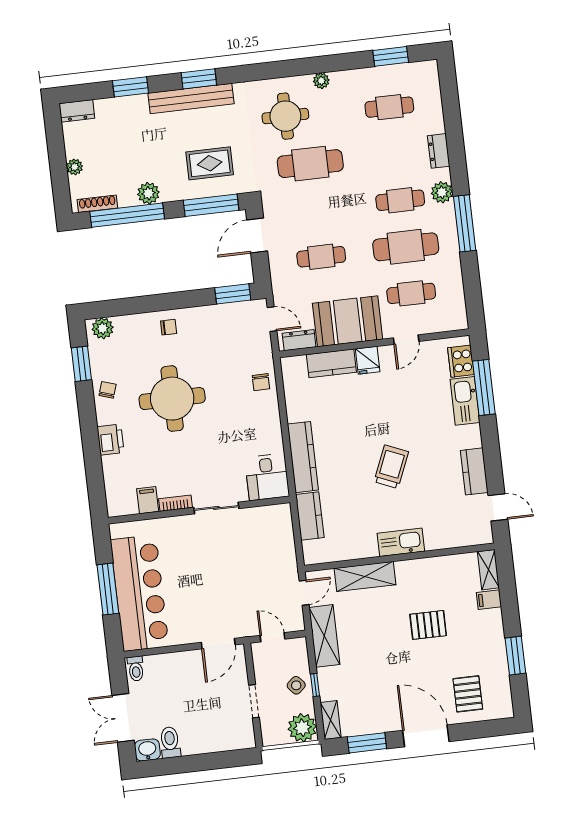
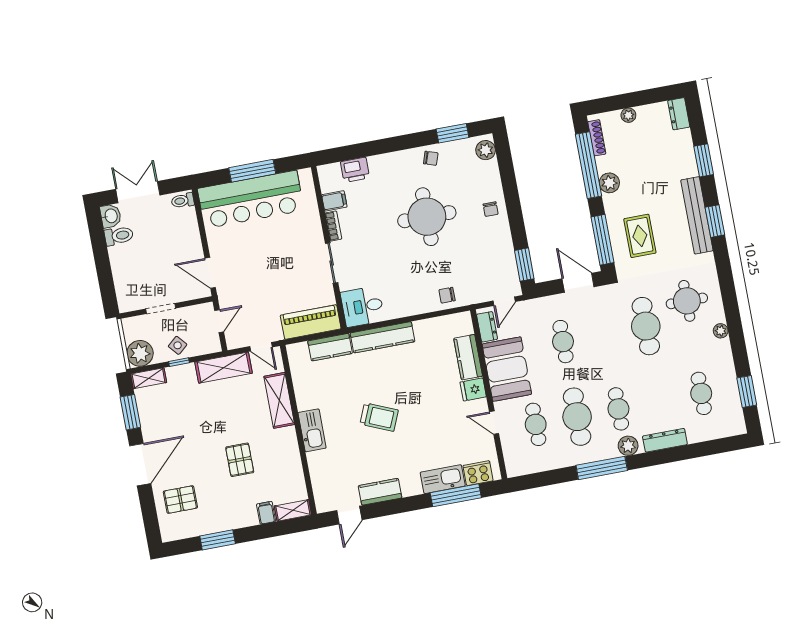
dresser: (439, 151) -> (665, 440), width x1.44
printer: (110, 440) -> (355, 170), moved
piano: (280, 536) -> (311, 322), added

